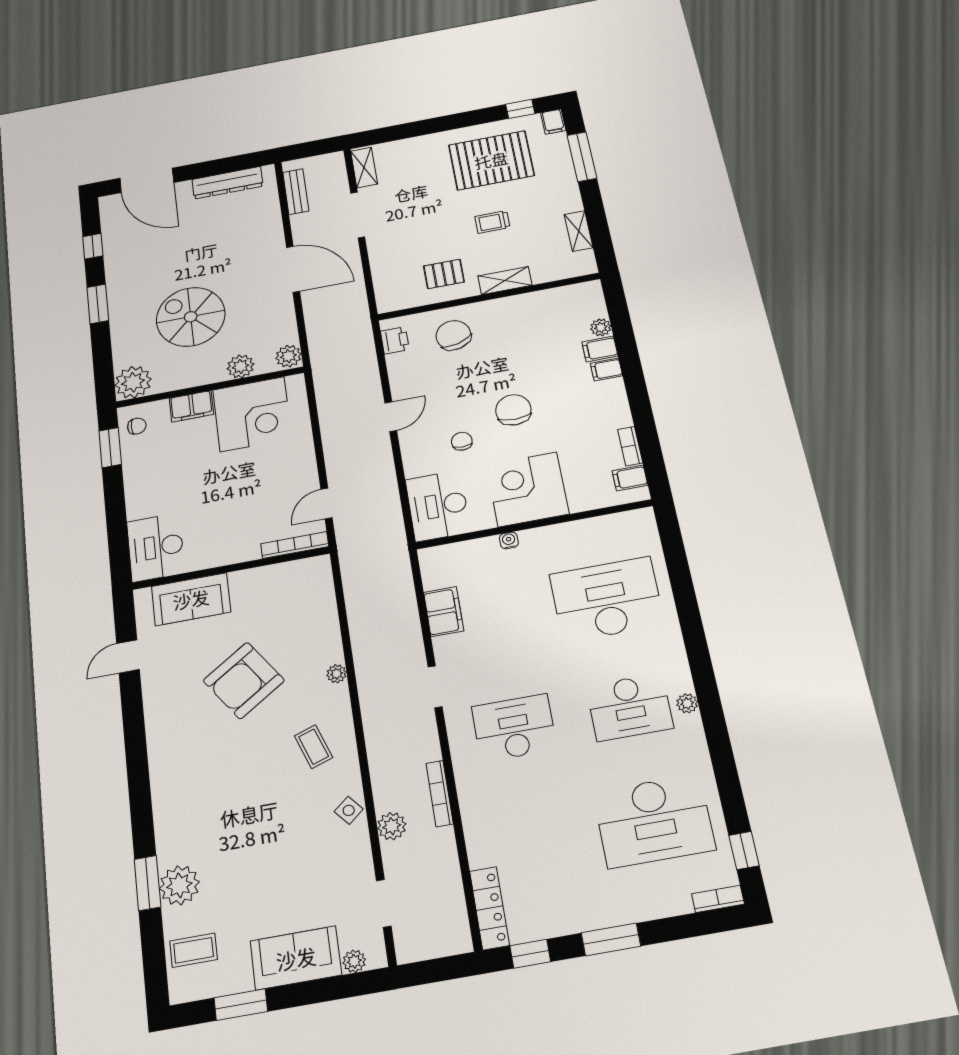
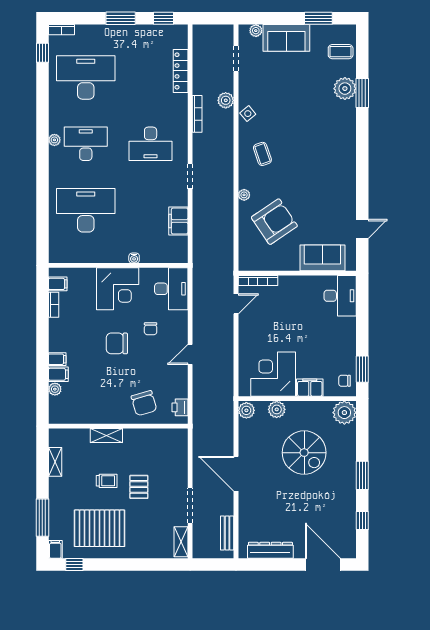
pallet: (444, 274) -> (139, 487), moved, turned 90
chair: (513, 410) -> (117, 343), turned 90
desk: (607, 599) -> (86, 210), turned 180
armchair: (244, 680) -> (274, 222), moved
locker: (489, 908) -> (181, 71), moved

